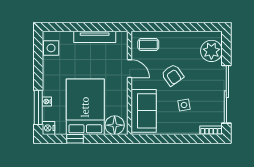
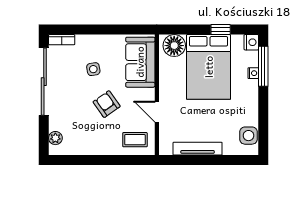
plant: (211, 51) -> (55, 138), width x0.53, depth x0.53

